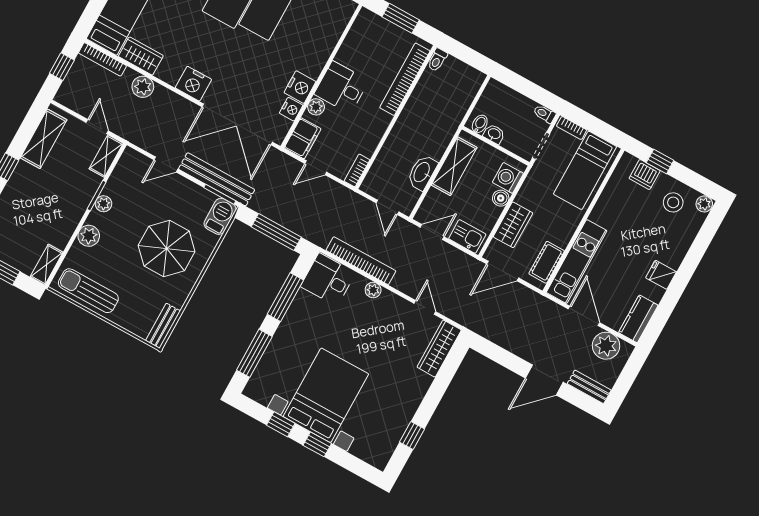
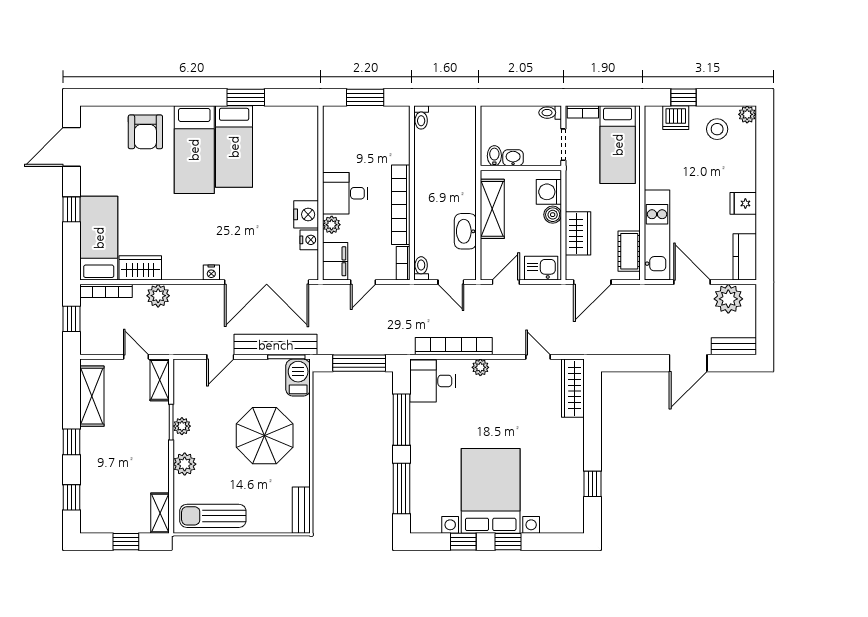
bookcase: (405, 79) -> (401, 205), moved
nightstand: (193, 84) -> (211, 273), width x0.53, depth x0.56
toilet: (369, 183) -> (421, 268), added

